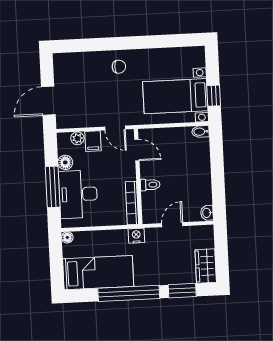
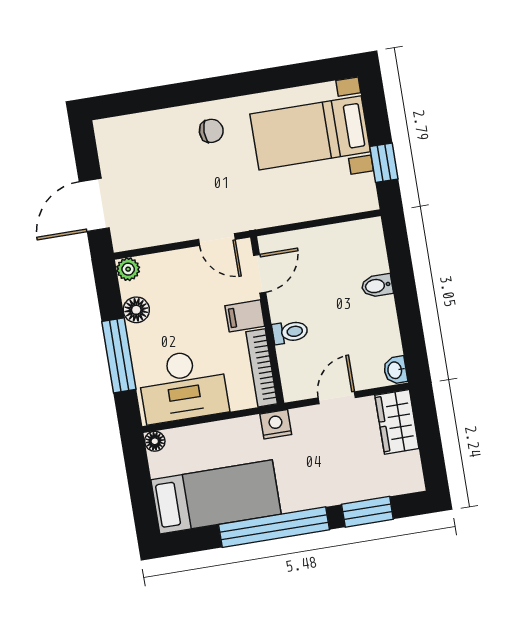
bed with nightstands: (175, 96) -> (310, 133), moved
bidet: (200, 132) -> (377, 286), moved
plant: (77, 138) -> (128, 269), moved
filing cabinet: (93, 141) -> (245, 316), moved, turned 90
door: (137, 150) -> (260, 274), hinge flipped
desk: (78, 194) -> (183, 386), moved, turned -90
wardrobe: (206, 266) -> (397, 422), moved

